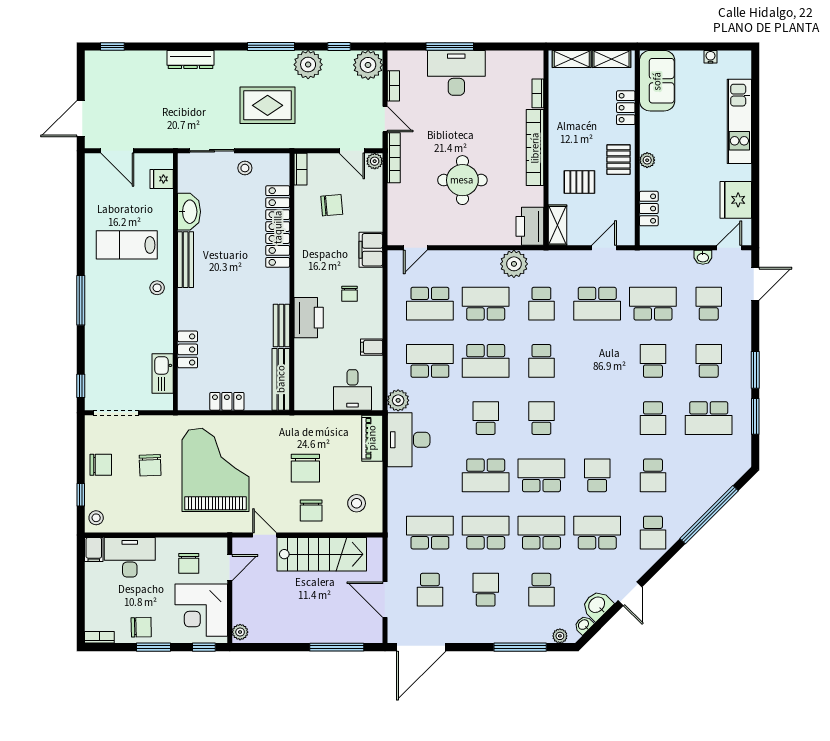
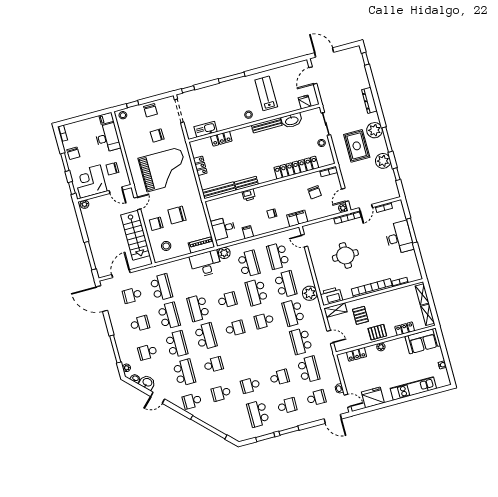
plant: (368, 65) -> (375, 130), moved
school desk: (541, 304) -> (293, 313), width x1.85
printer: (309, 318) -> (249, 195), width x0.53, depth x0.68

